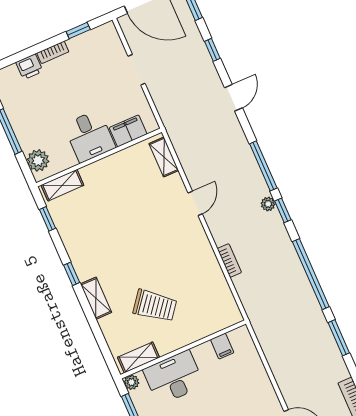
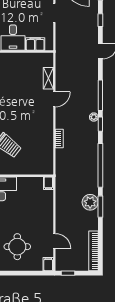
shelving: (164, 157) -> (48, 78), moved
plant: (320, 338) -> (90, 202), added
filing cabinet: (222, 346) -> (48, 183), moved

